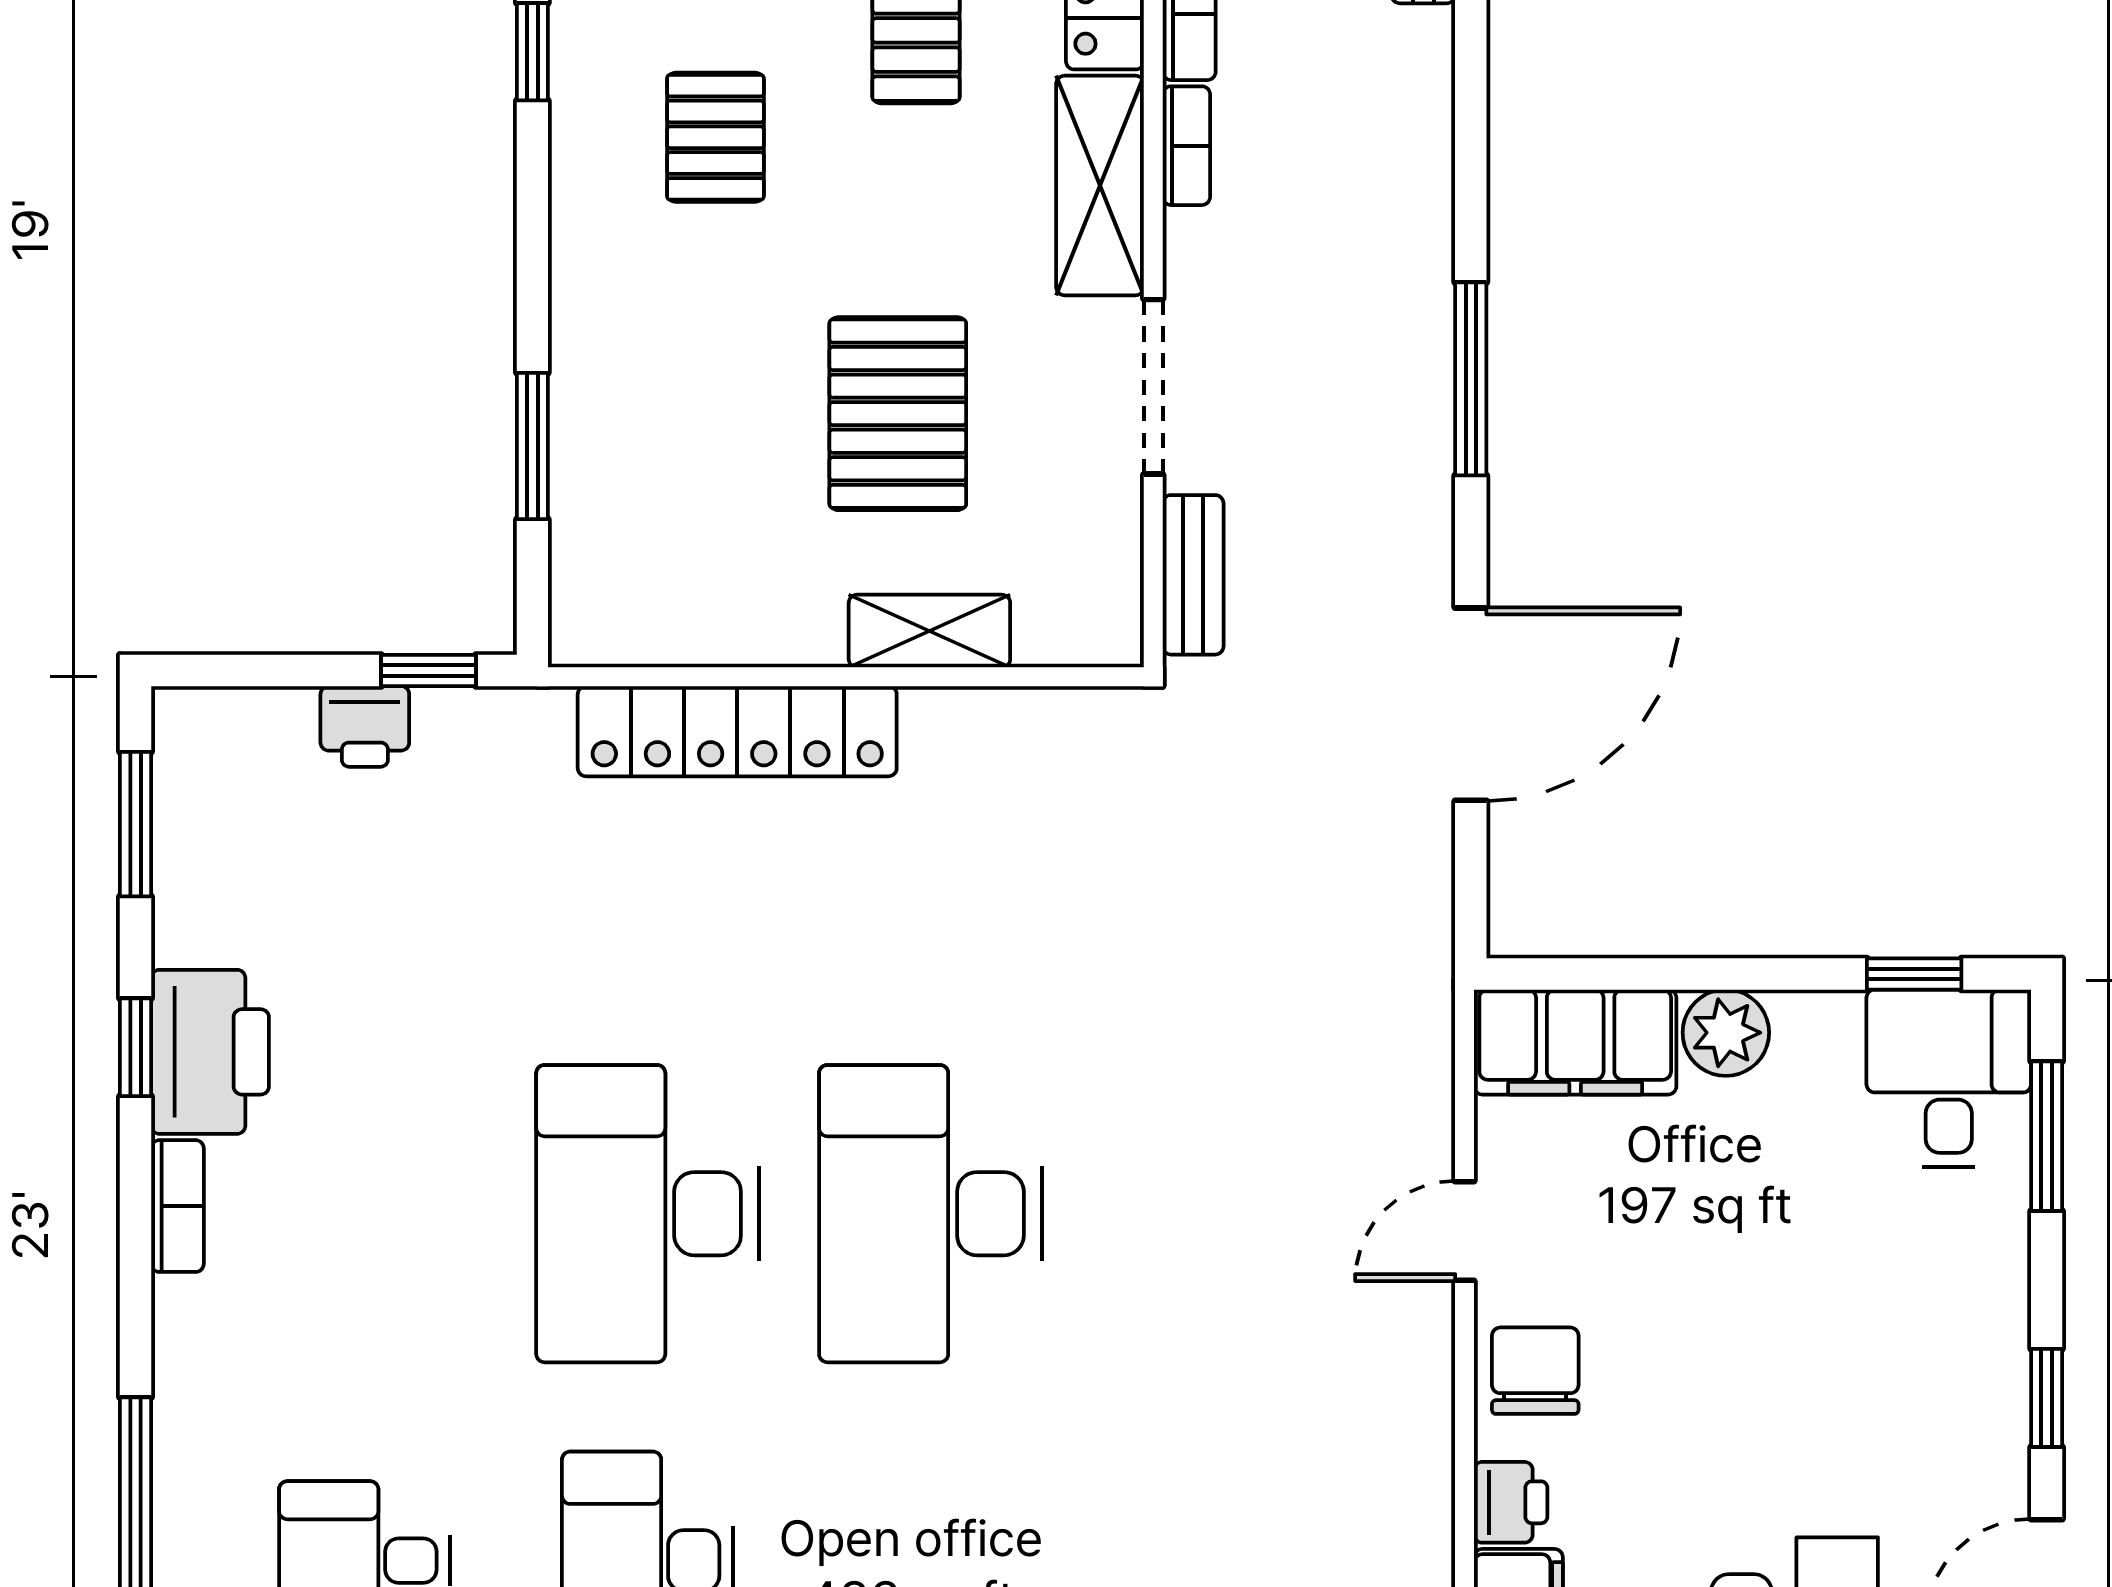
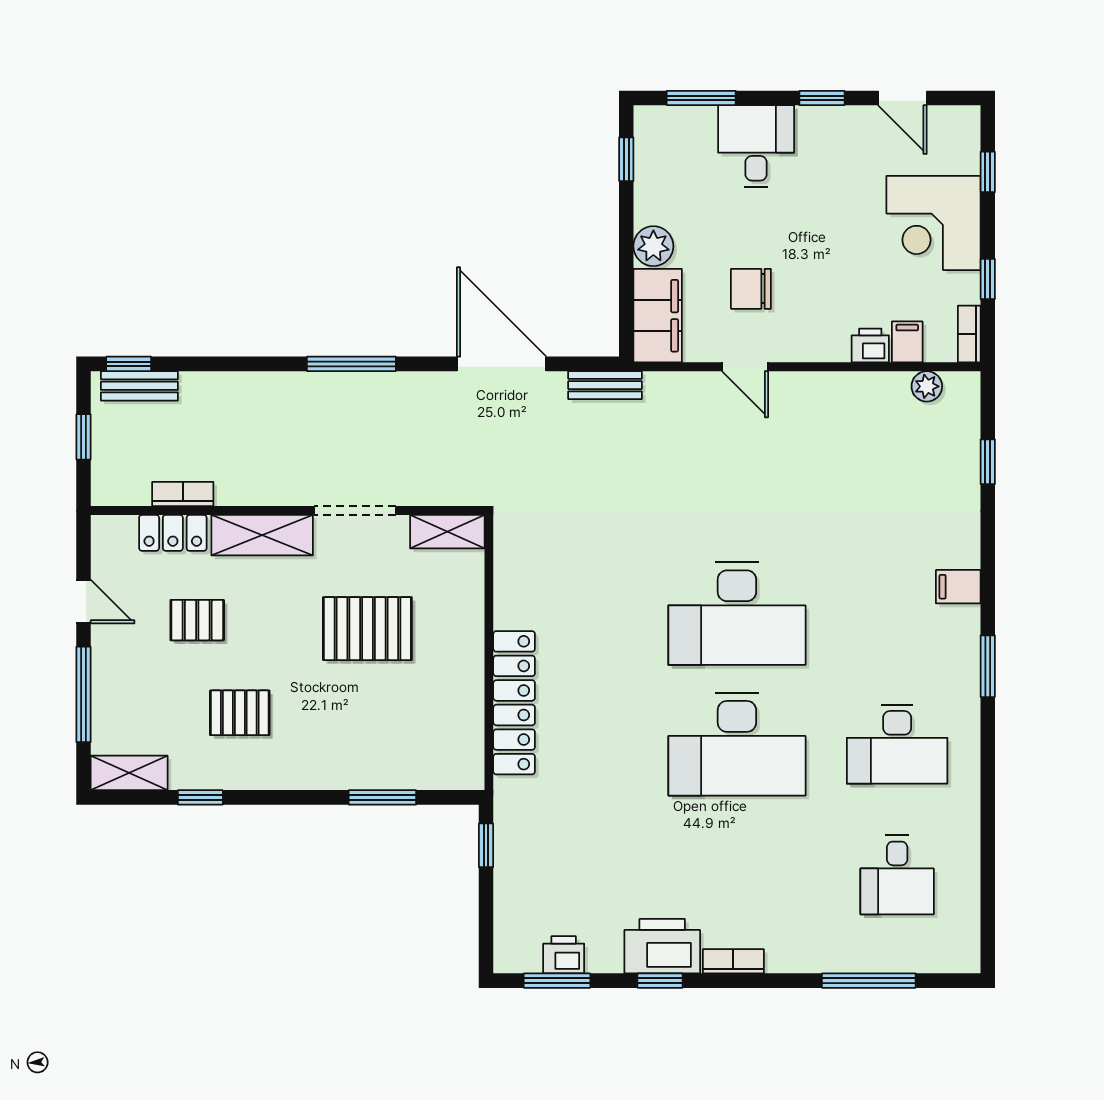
bookcase: (1186, 146) -> (244, 495), removed
bench: (1193, 575) -> (605, 385), moved
shelving: (929, 631) -> (447, 532), moved, turned 90
printer: (365, 726) -> (564, 955), moved, turned -90
desk: (1949, 1078) -> (756, 146), moved, turned 90
chair: (1535, 1371) -> (751, 289), moved

